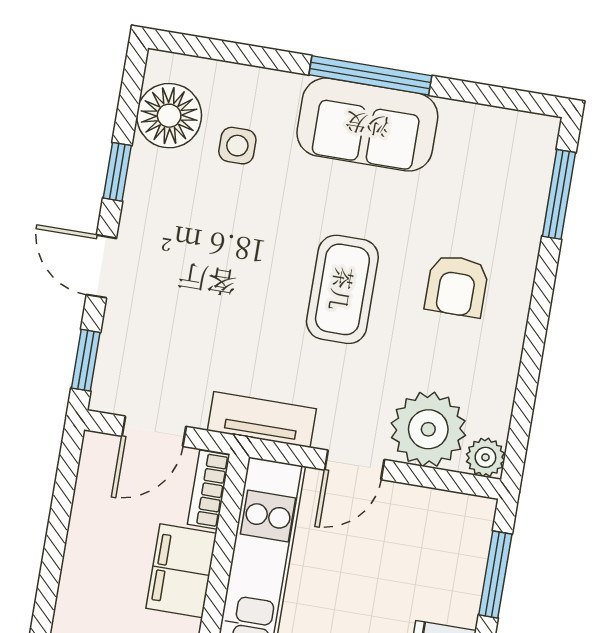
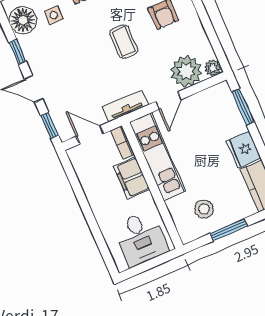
coffee table: (342, 289) -> (124, 42), width x0.73, depth x0.77
door: (154, 431) -> (90, 135), swing flipped

